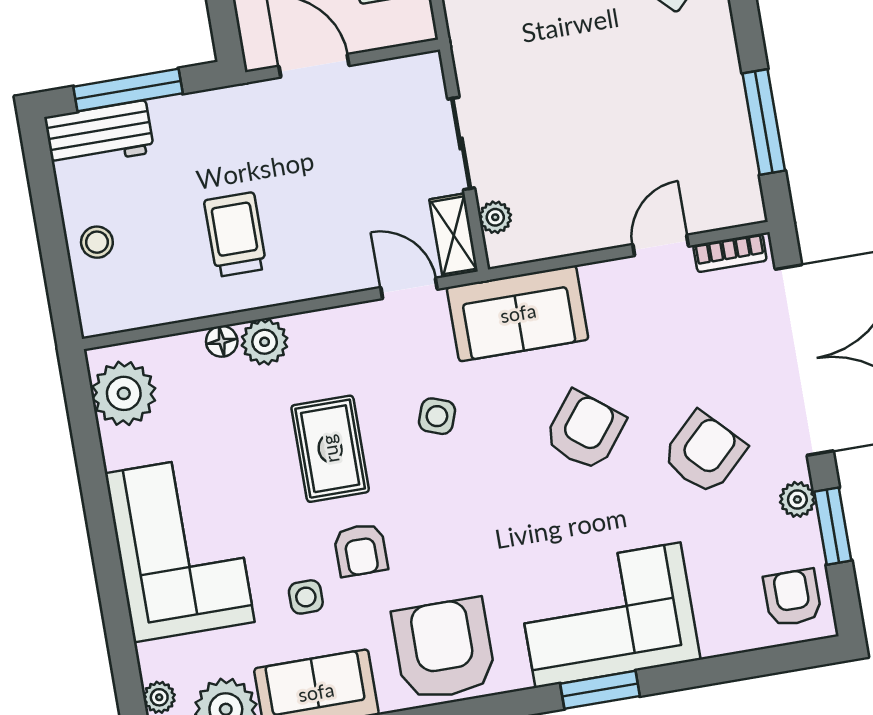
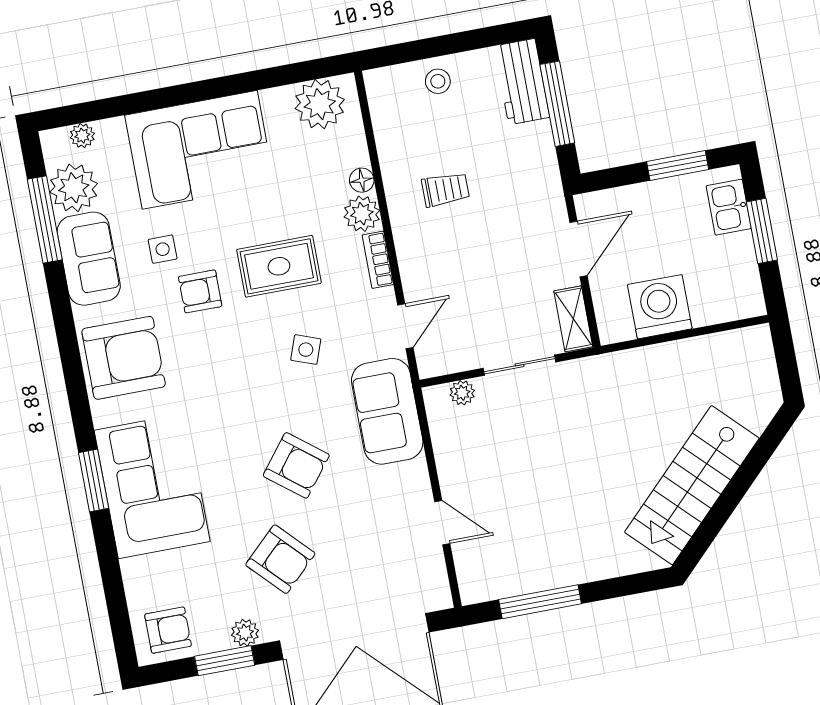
trolley: (235, 235) -> (445, 189), width x0.73, depth x0.72
shelving: (454, 235) -> (573, 319), moved, turned 90
bookcase: (730, 253) -> (378, 260), moved

